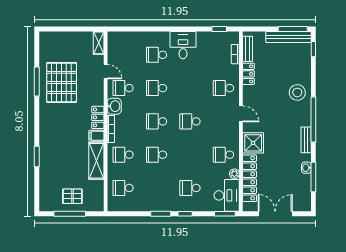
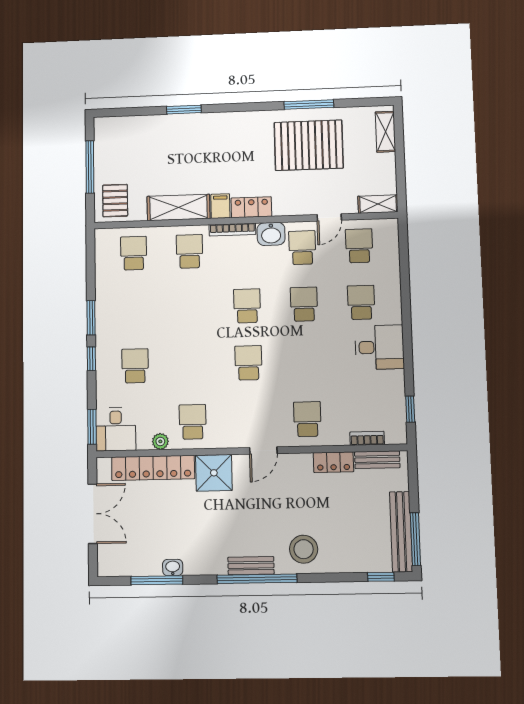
shelving: (55, 37) -> (385, 132), added
bench: (306, 140) -> (251, 566), moved
school desk: (157, 155) -> (359, 246), moved
desk: (227, 195) -> (116, 429), width x0.73
pallet: (72, 196) -> (115, 201), moved

